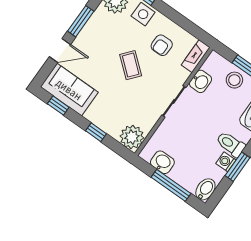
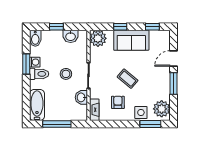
stool: (234, 80) -> (66, 74), moved
sofa: (69, 90) -> (131, 40), moved
window: (171, 185) -> (56, 27), width x0.46

